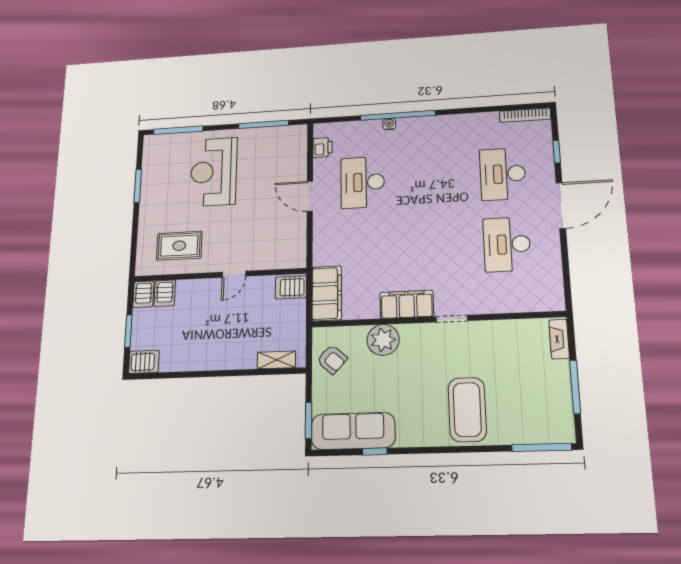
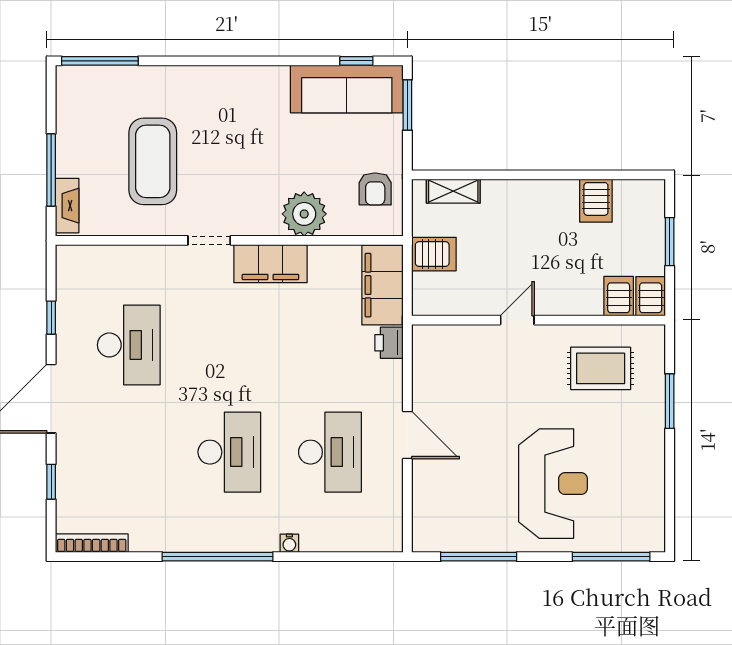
window: (398, 115) -> (218, 557), moved
printer: (322, 148) -> (389, 343), moved
desk: (503, 174) -> (229, 452), moved
window: (138, 186) -> (670, 401), moved
window: (565, 260) -> (51, 318), added
server rack: (291, 287) -> (434, 254), moved
armchair: (332, 359) -> (375, 189), turned -132
server rack: (144, 362) -> (596, 201), moved, turned -90
window: (575, 387) -> (51, 170), moved
coffee table: (467, 410) -> (153, 161), moved
window: (375, 452) -> (356, 61), moved

